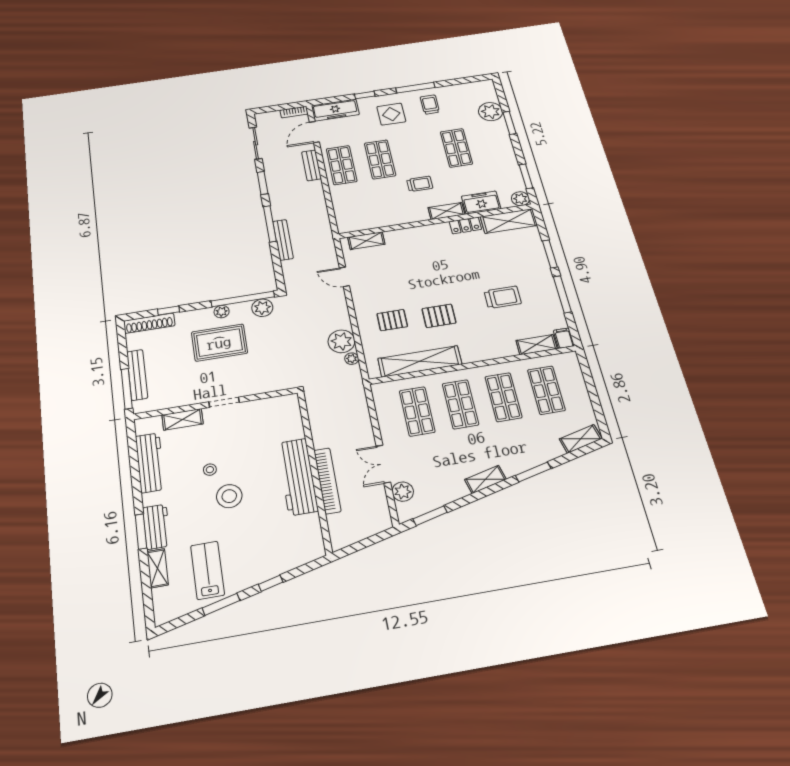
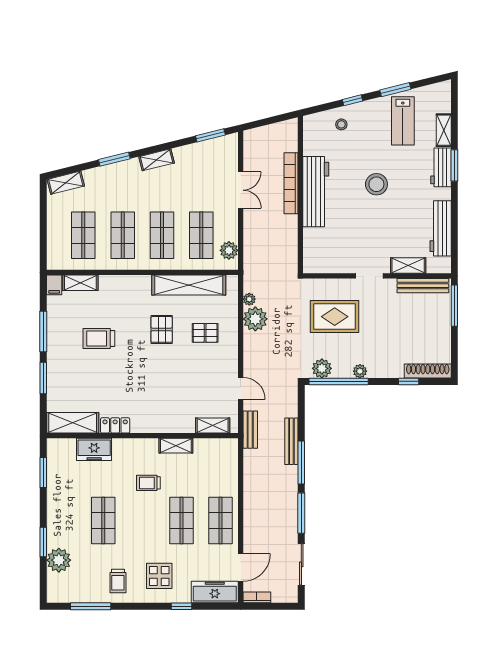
window: (415, 88) -> (91, 606), moved
bench: (311, 165) -> (250, 430), moved
window: (263, 183) -> (301, 513), width x1.44
plant: (520, 199) -> (55, 447), removed
shelving: (446, 211) -> (176, 446), moved
pallet: (439, 316) -> (162, 329), turned 90
rug: (219, 343) -> (335, 317), moved
bench: (137, 375) -> (423, 286), moved, turned 90
stool: (210, 470) -> (341, 124), moved
plant: (403, 492) -> (229, 250), moved

